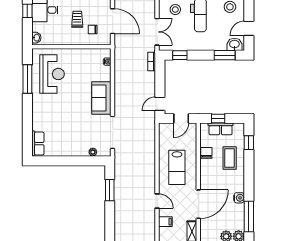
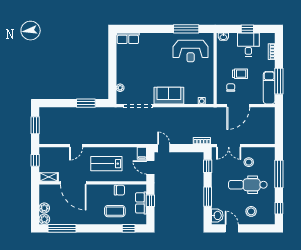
window: (225, 55) -> (208, 197), moved
water cooler: (239, 198) -> (79, 220), removed
filing cabinet: (165, 222) -> (142, 153), moved

